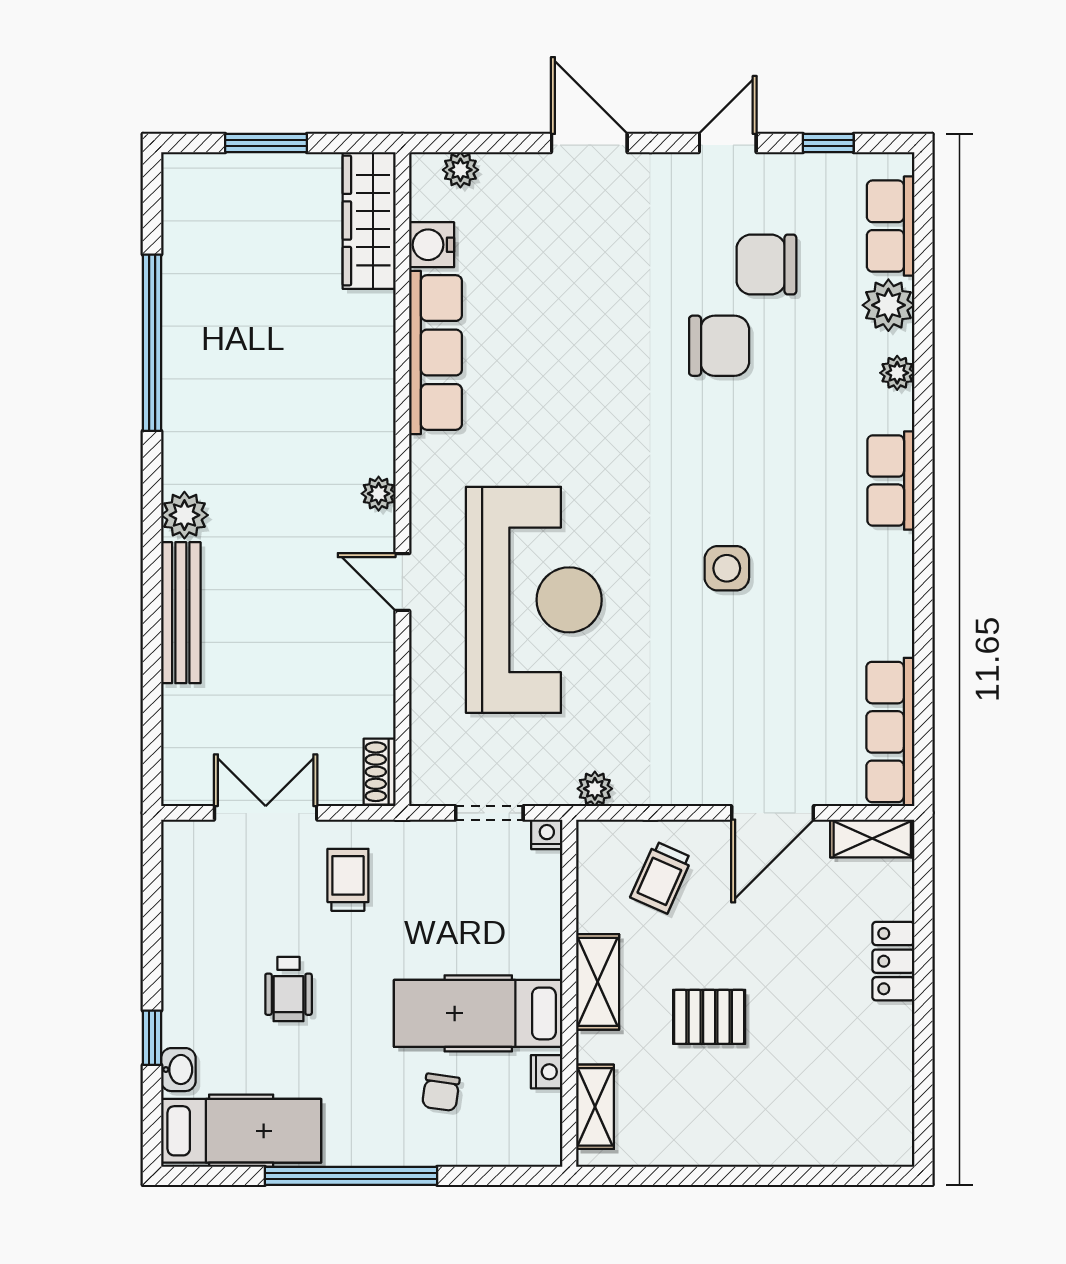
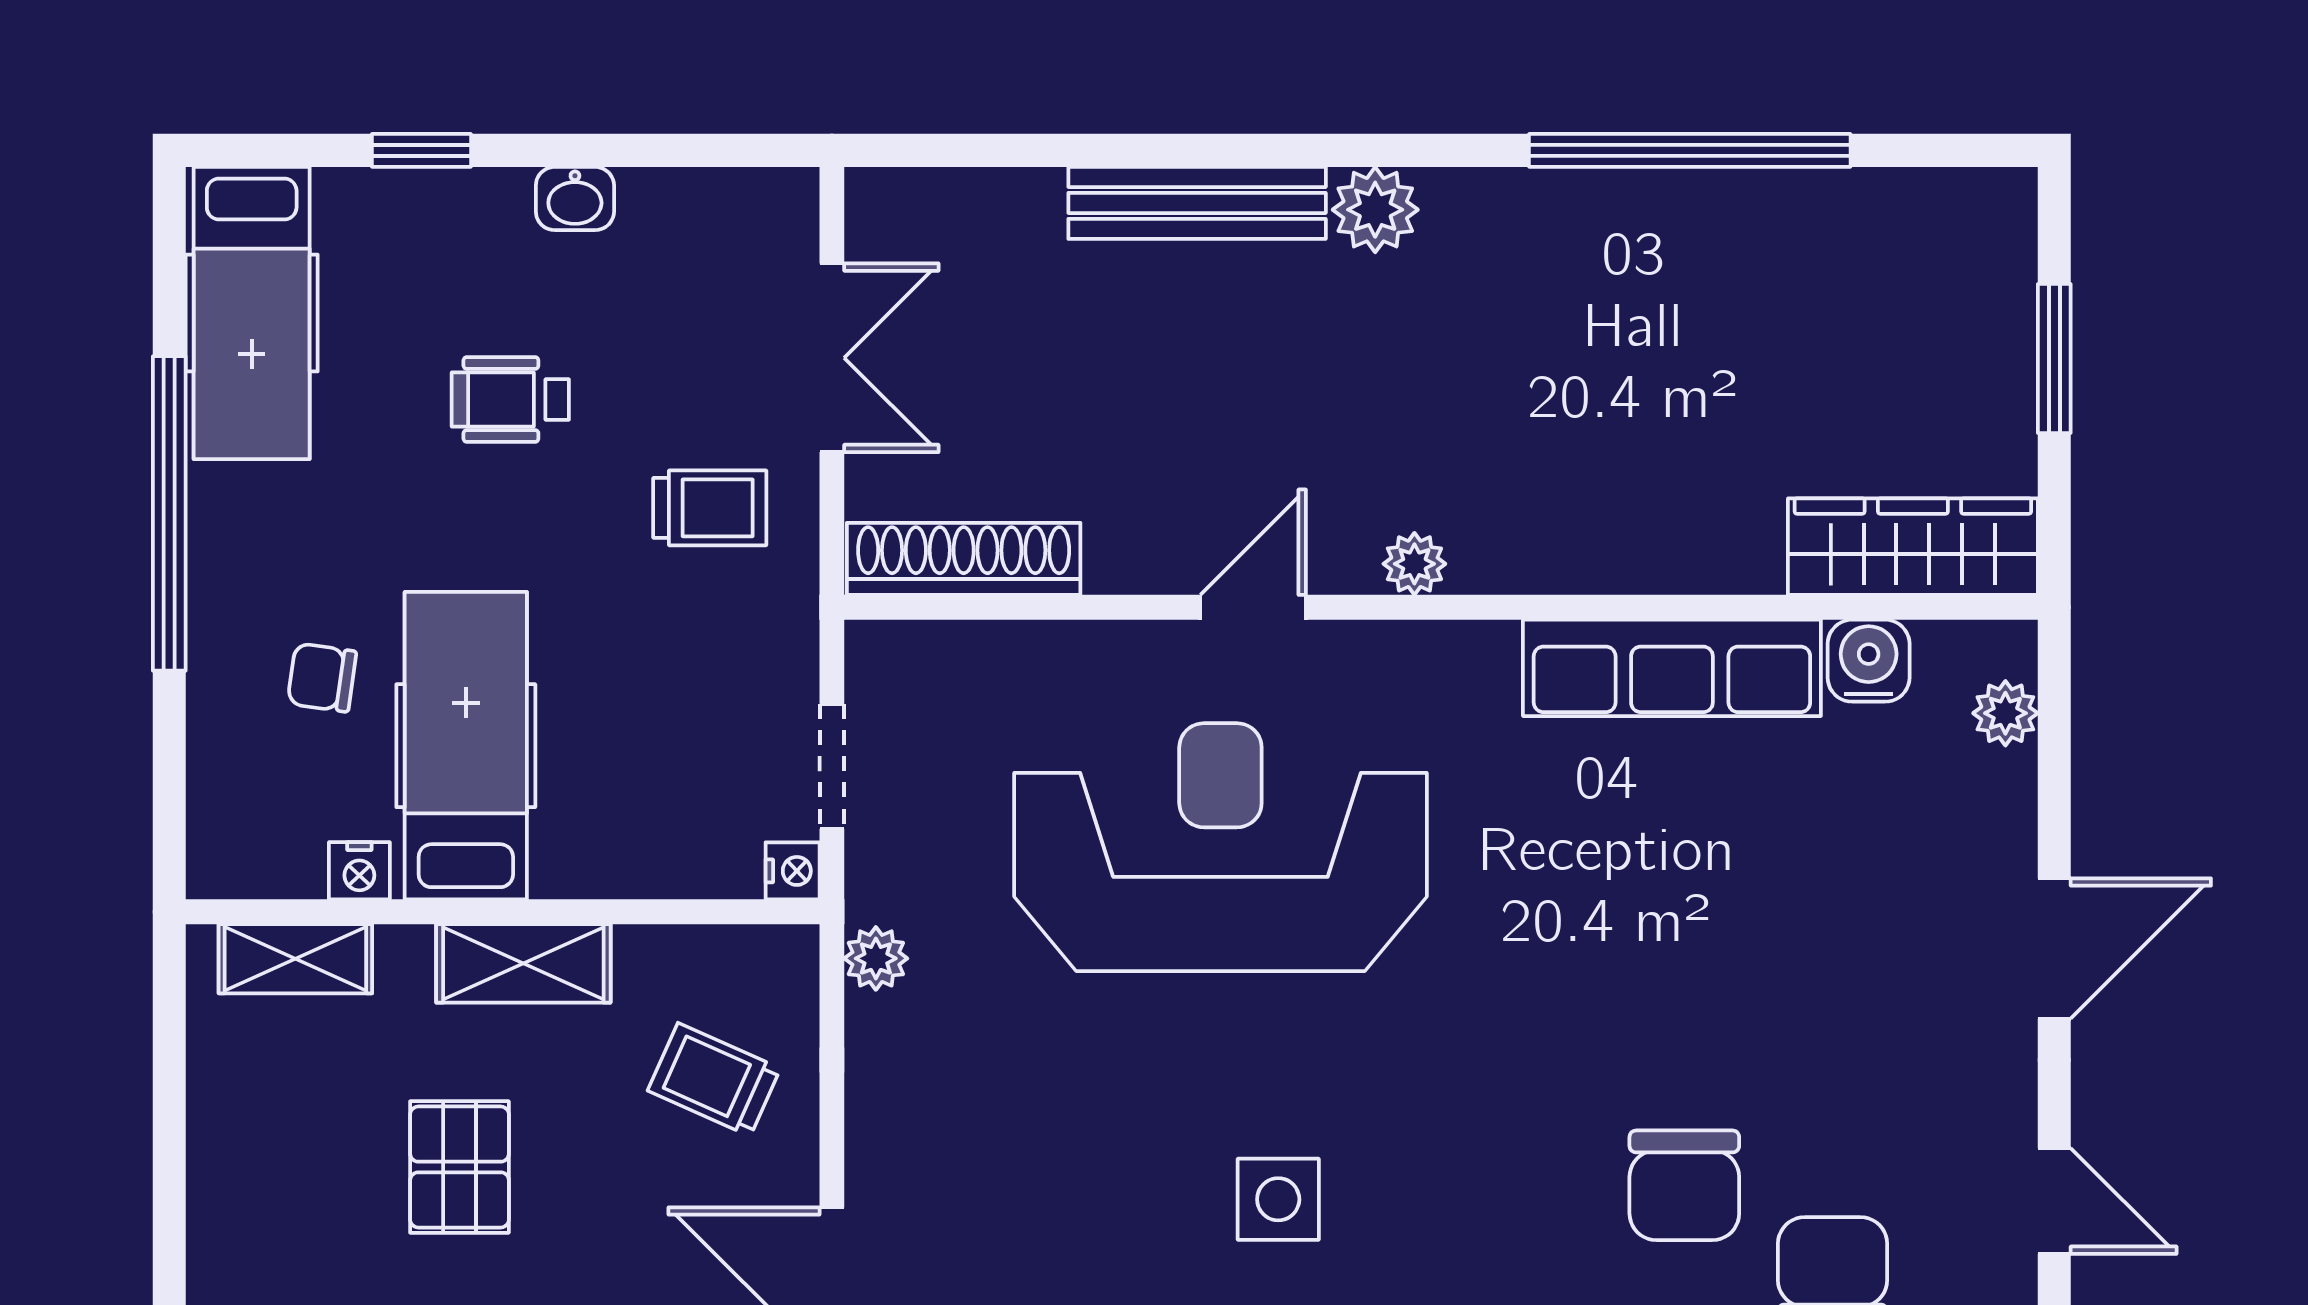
reception desk: (534, 600) -> (1220, 847), turned 180
shoe rack: (380, 772) -> (964, 559), width x1.94, depth x1.24
washbasin: (178, 1070) -> (575, 199), moved

